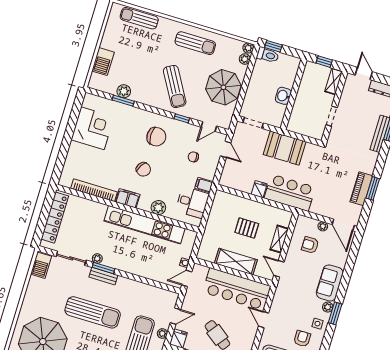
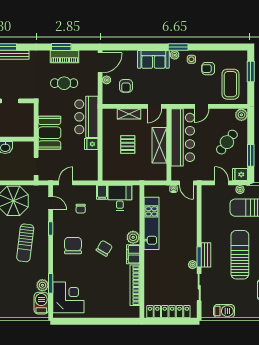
barbecue: (103, 62) -> (41, 303), moved, turned -90
sun lounger: (175, 86) -> (25, 243), turned 127
corner desk: (93, 128) -> (68, 297), moved, turned 90
cafe table: (333, 180) -> (64, 83), added
plant: (158, 208) -> (133, 237), moved
kitchen unit: (145, 225) -> (151, 223), width x0.73
barbecue: (41, 265) -> (224, 311), moved

